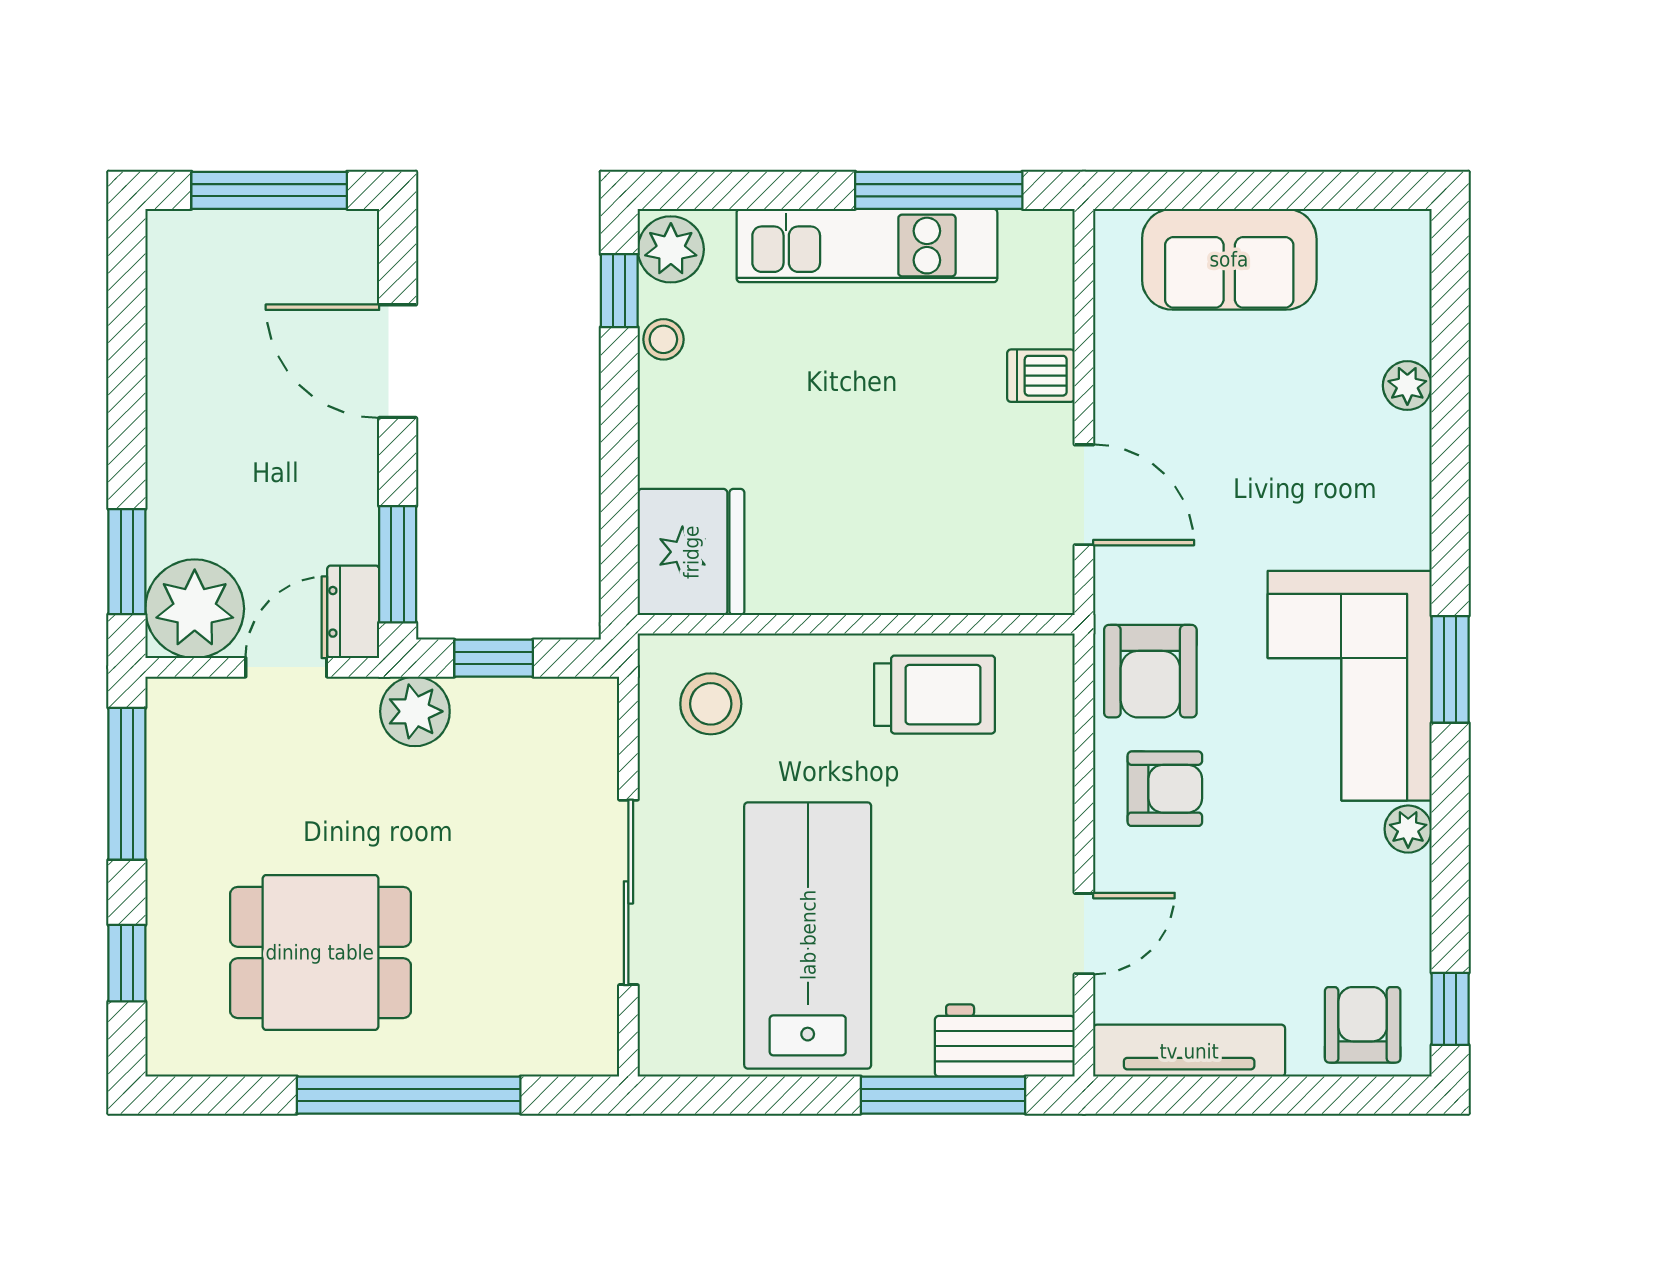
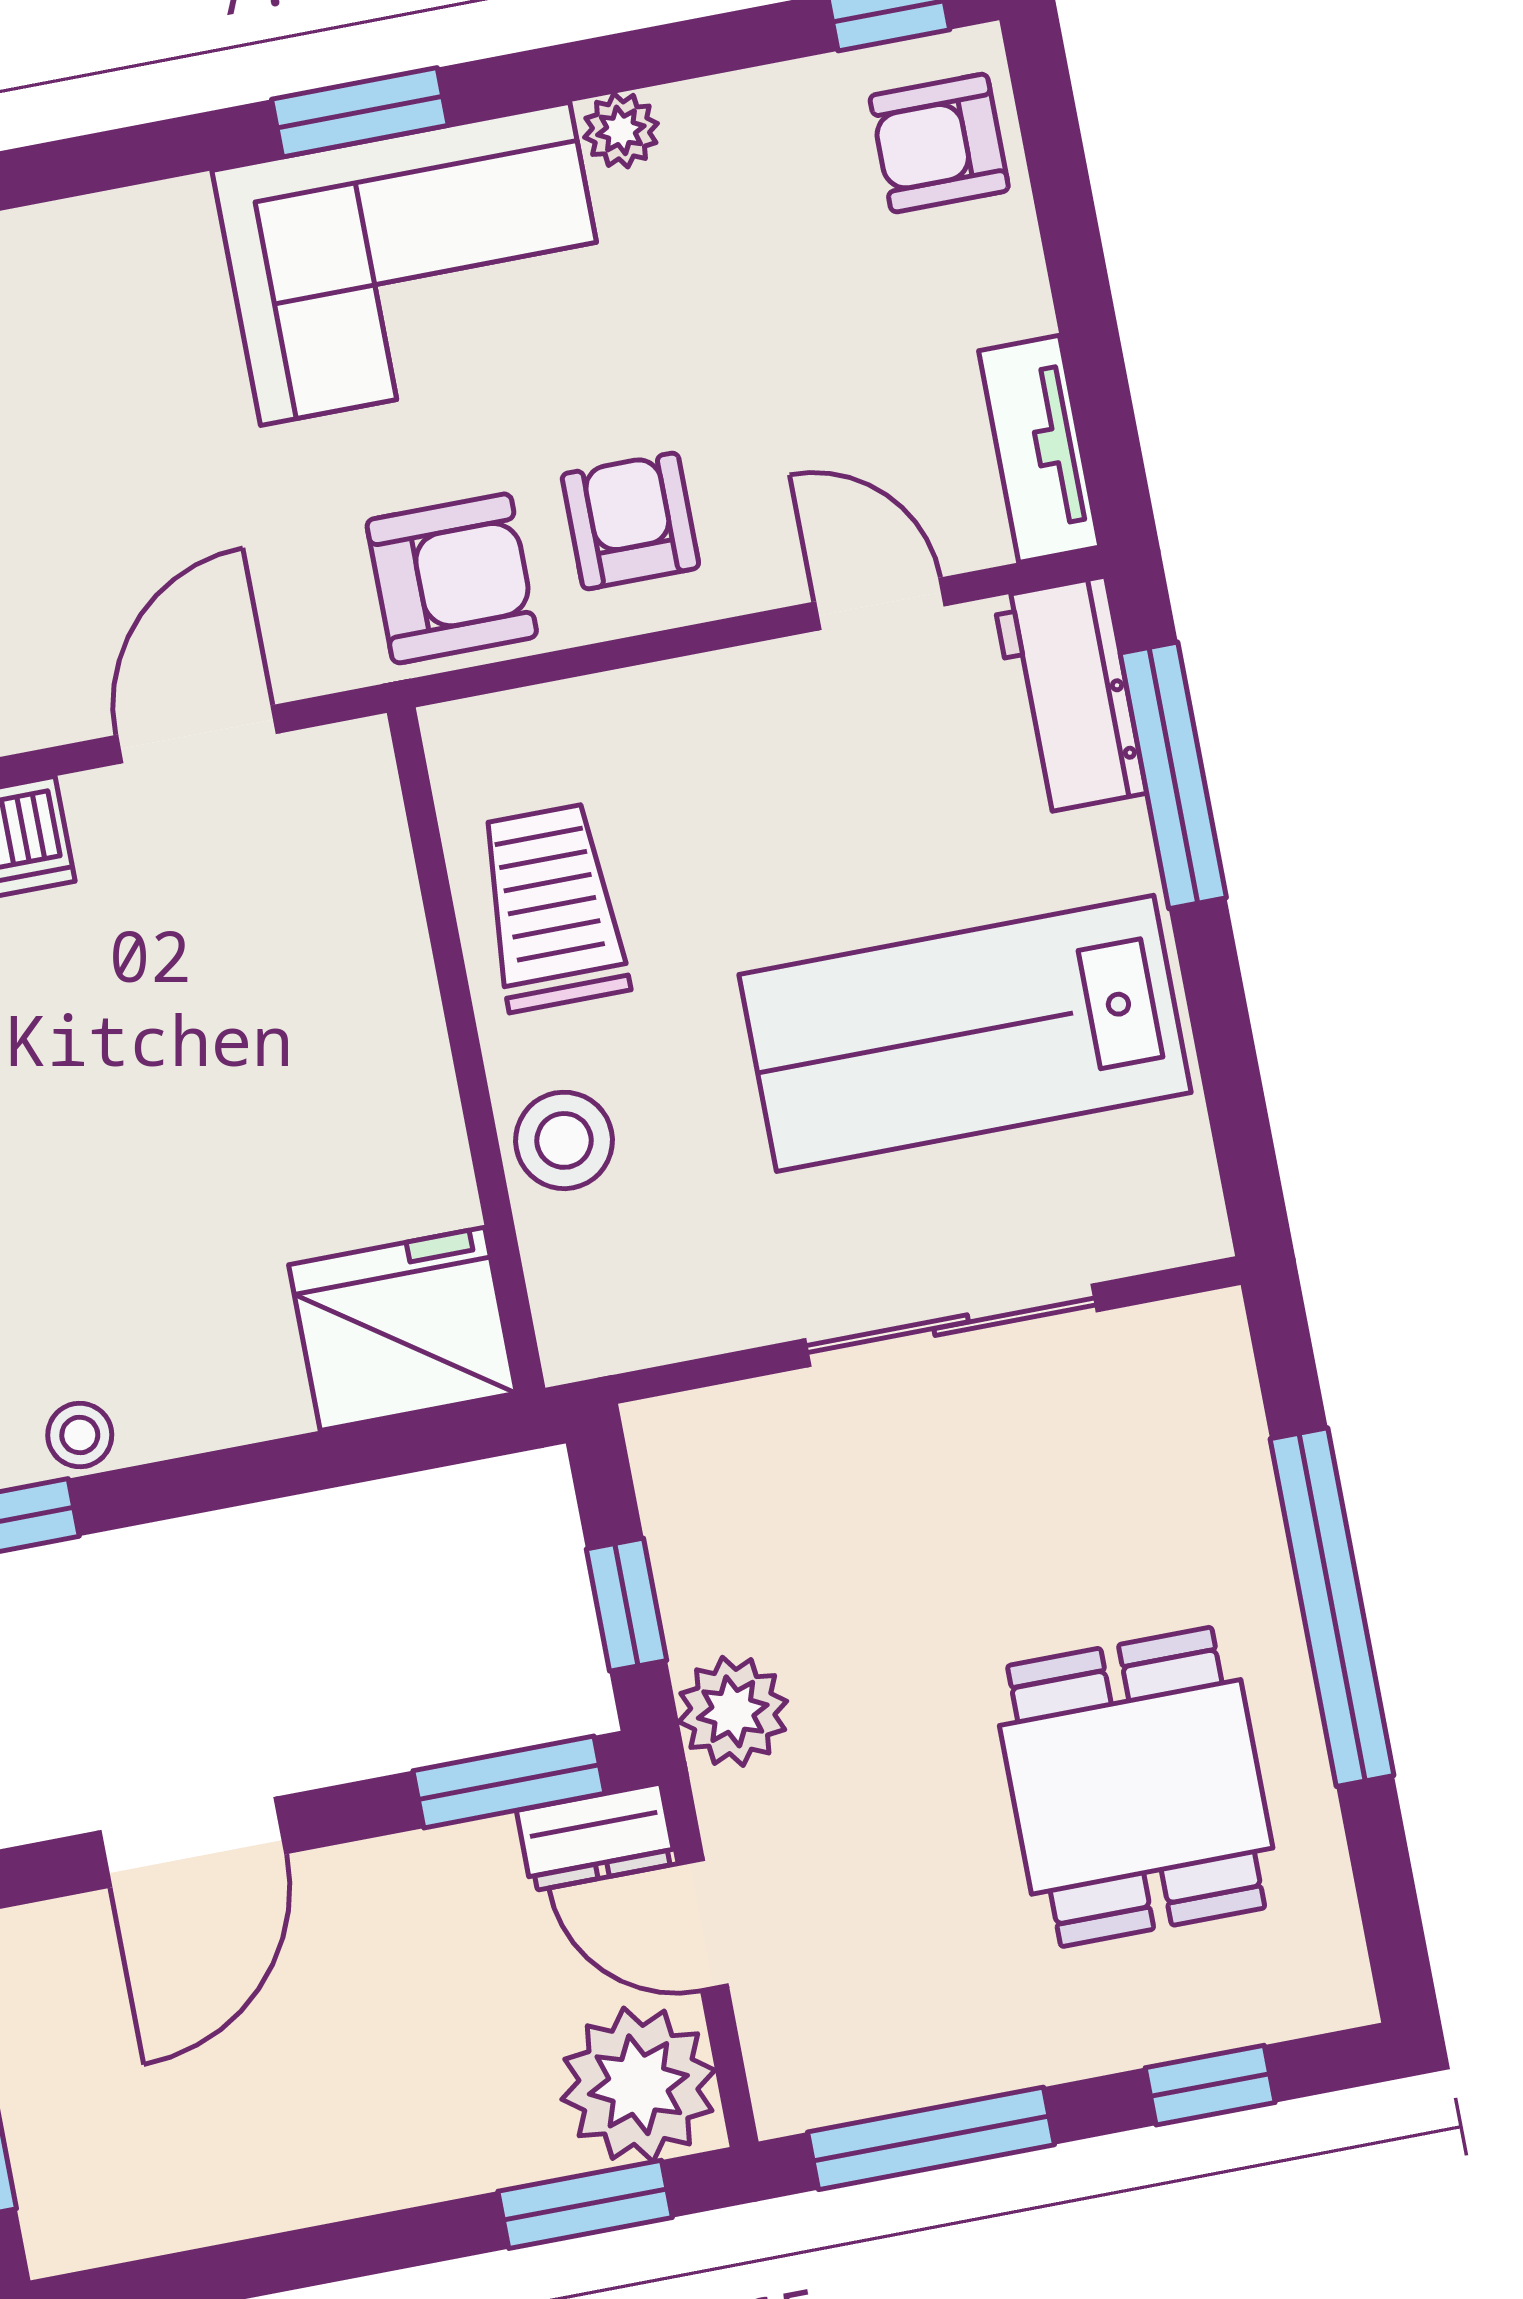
stool: (711, 704) -> (564, 1140), moved
tv unit: (1189, 1051) -> (1039, 449), width x0.71

